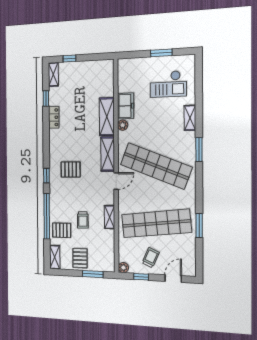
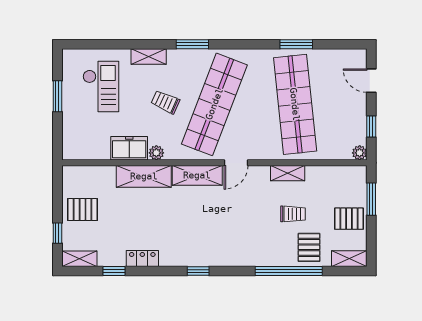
pallet: (71, 169) -> (83, 210), moved, turned 90
window: (46, 176) -> (198, 271), moved
door: (116, 181) -> (236, 163), swing flipped
trolley: (151, 258) -> (165, 102), moved

